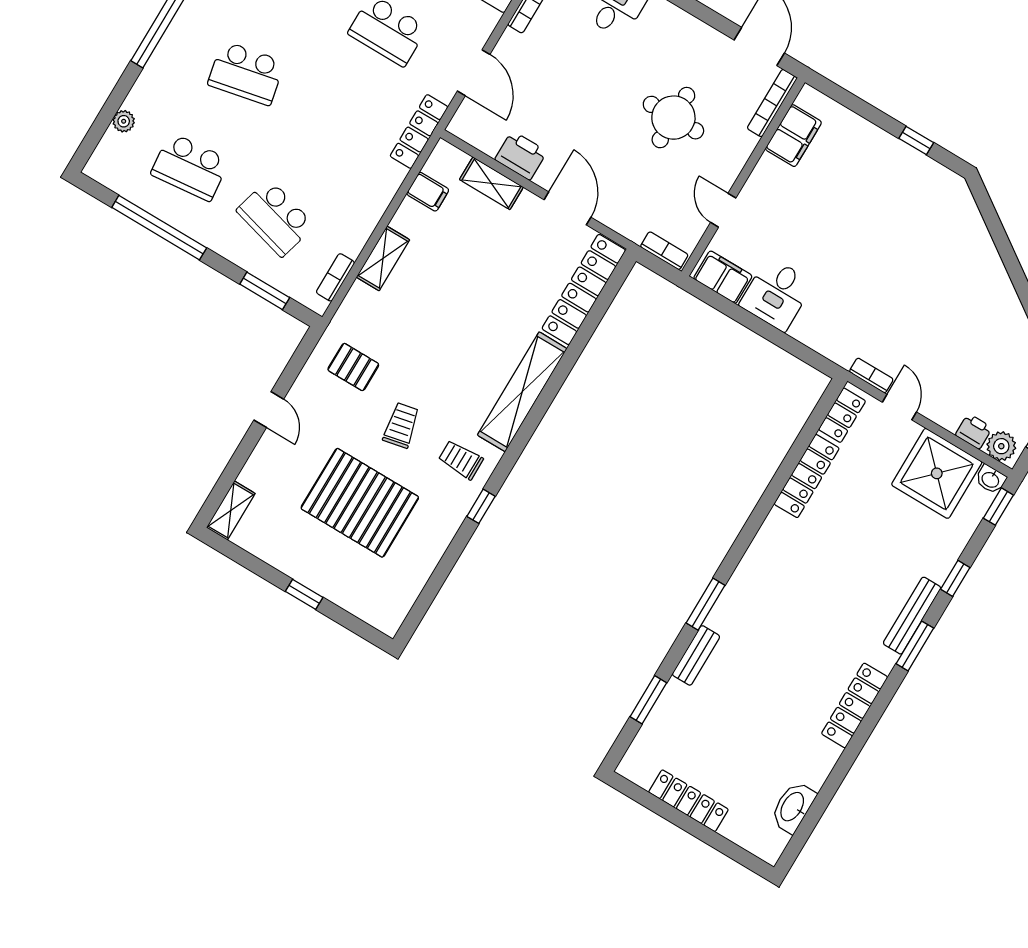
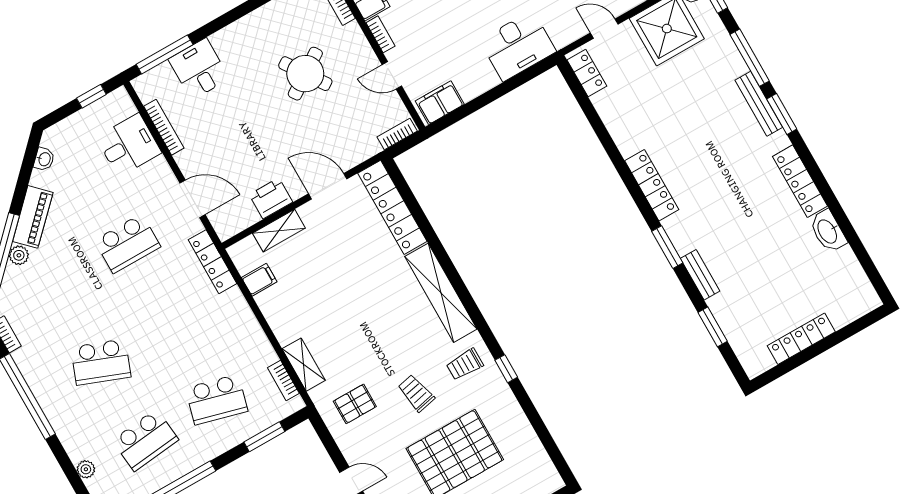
school desk: (246, 73) -> (101, 362), turned 33
round table: (673, 118) -> (305, 74), turned -34
shelving: (383, 258) -> (304, 365), moved
desk: (776, 294) -> (518, 46), moved, width x1.37
bookcase: (871, 375) -> (381, 34), moved, turned 90
locker: (807, 476) -> (652, 185), moved
window: (955, 578) -> (750, 58), width x2.17
washbasin: (793, 807) -> (828, 231), moved

